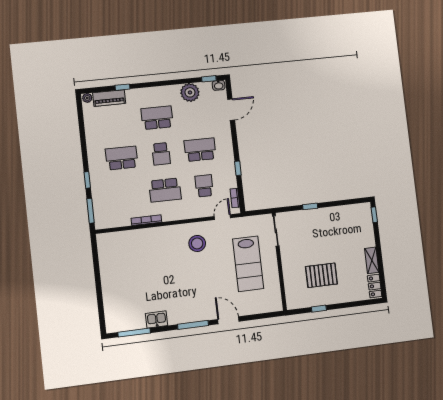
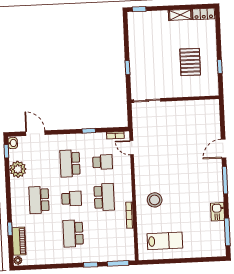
school desk: (204, 186) -> (103, 162), turned 180
stool: (197, 243) -> (155, 200), moved
lab bench: (248, 264) -> (165, 241), moved, width x0.73, depth x0.72

